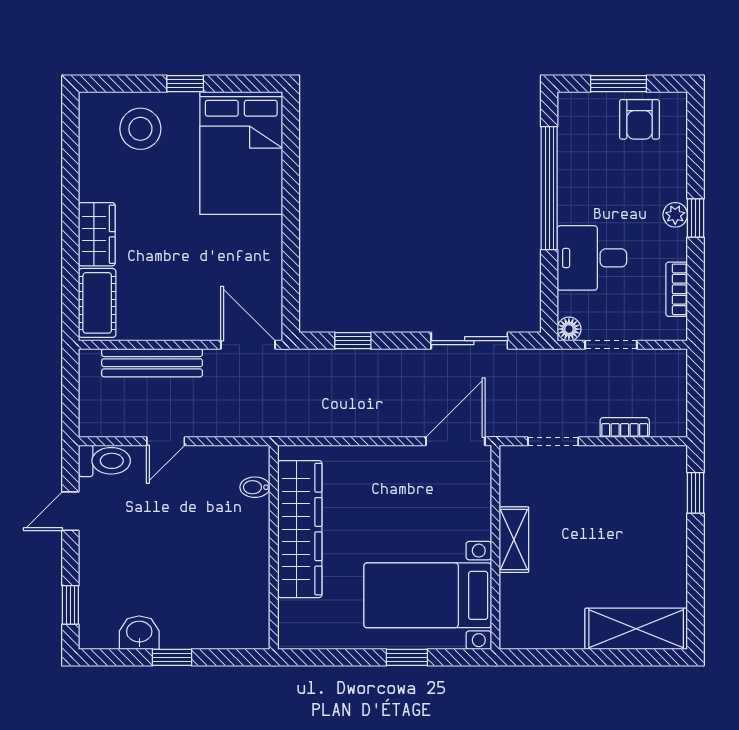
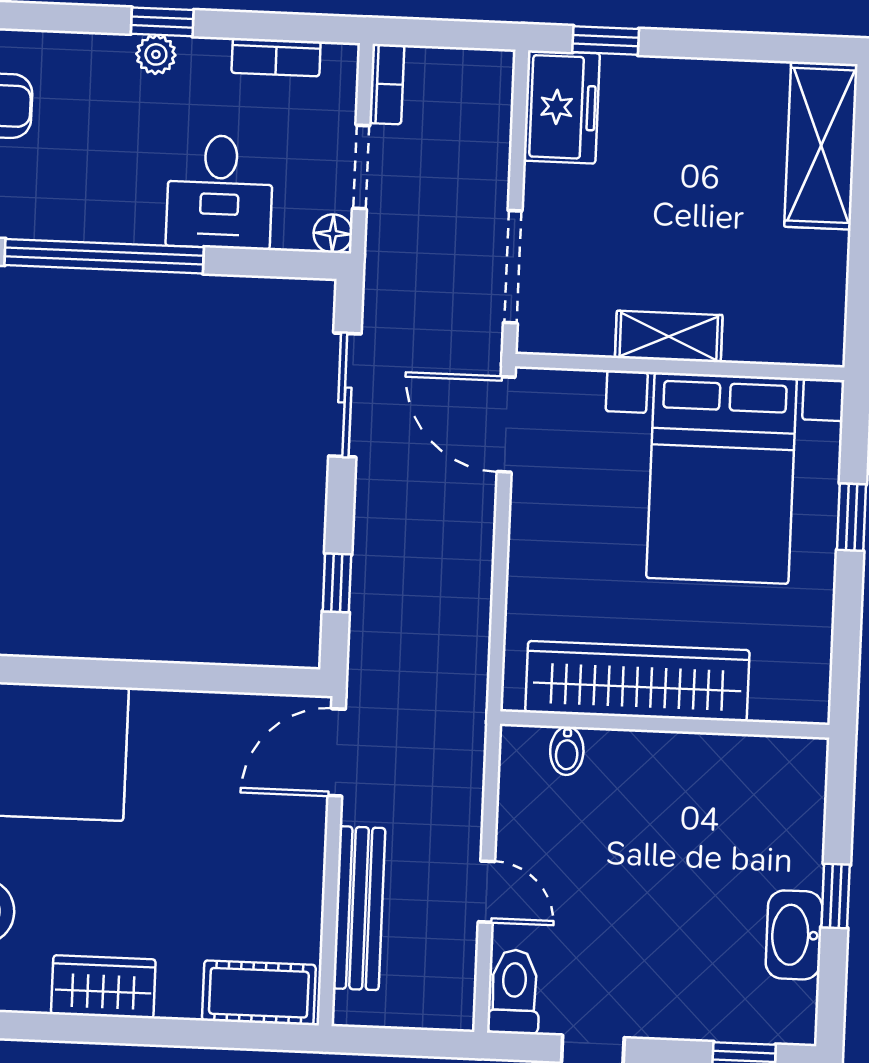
wardrobe: (97, 234) -> (103, 987), moved
bookcase: (625, 427) -> (387, 84), moved, turned 180
doorway: (553, 441) -> (513, 267), width x1.38
freezer: (653, 467) -> (562, 107), added
bed with nightstands: (428, 595) -> (722, 478), width x1.36
washbasin: (139, 633) -> (794, 935), width x1.38

